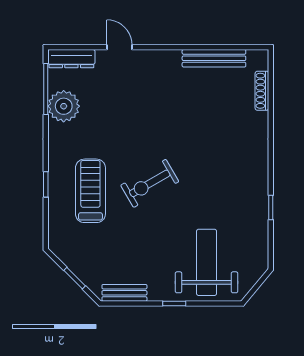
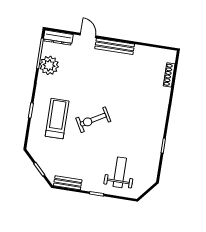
bench: (214, 58) -> (115, 46), moved
weight bench: (207, 262) -> (120, 172), width x0.73, depth x0.75

